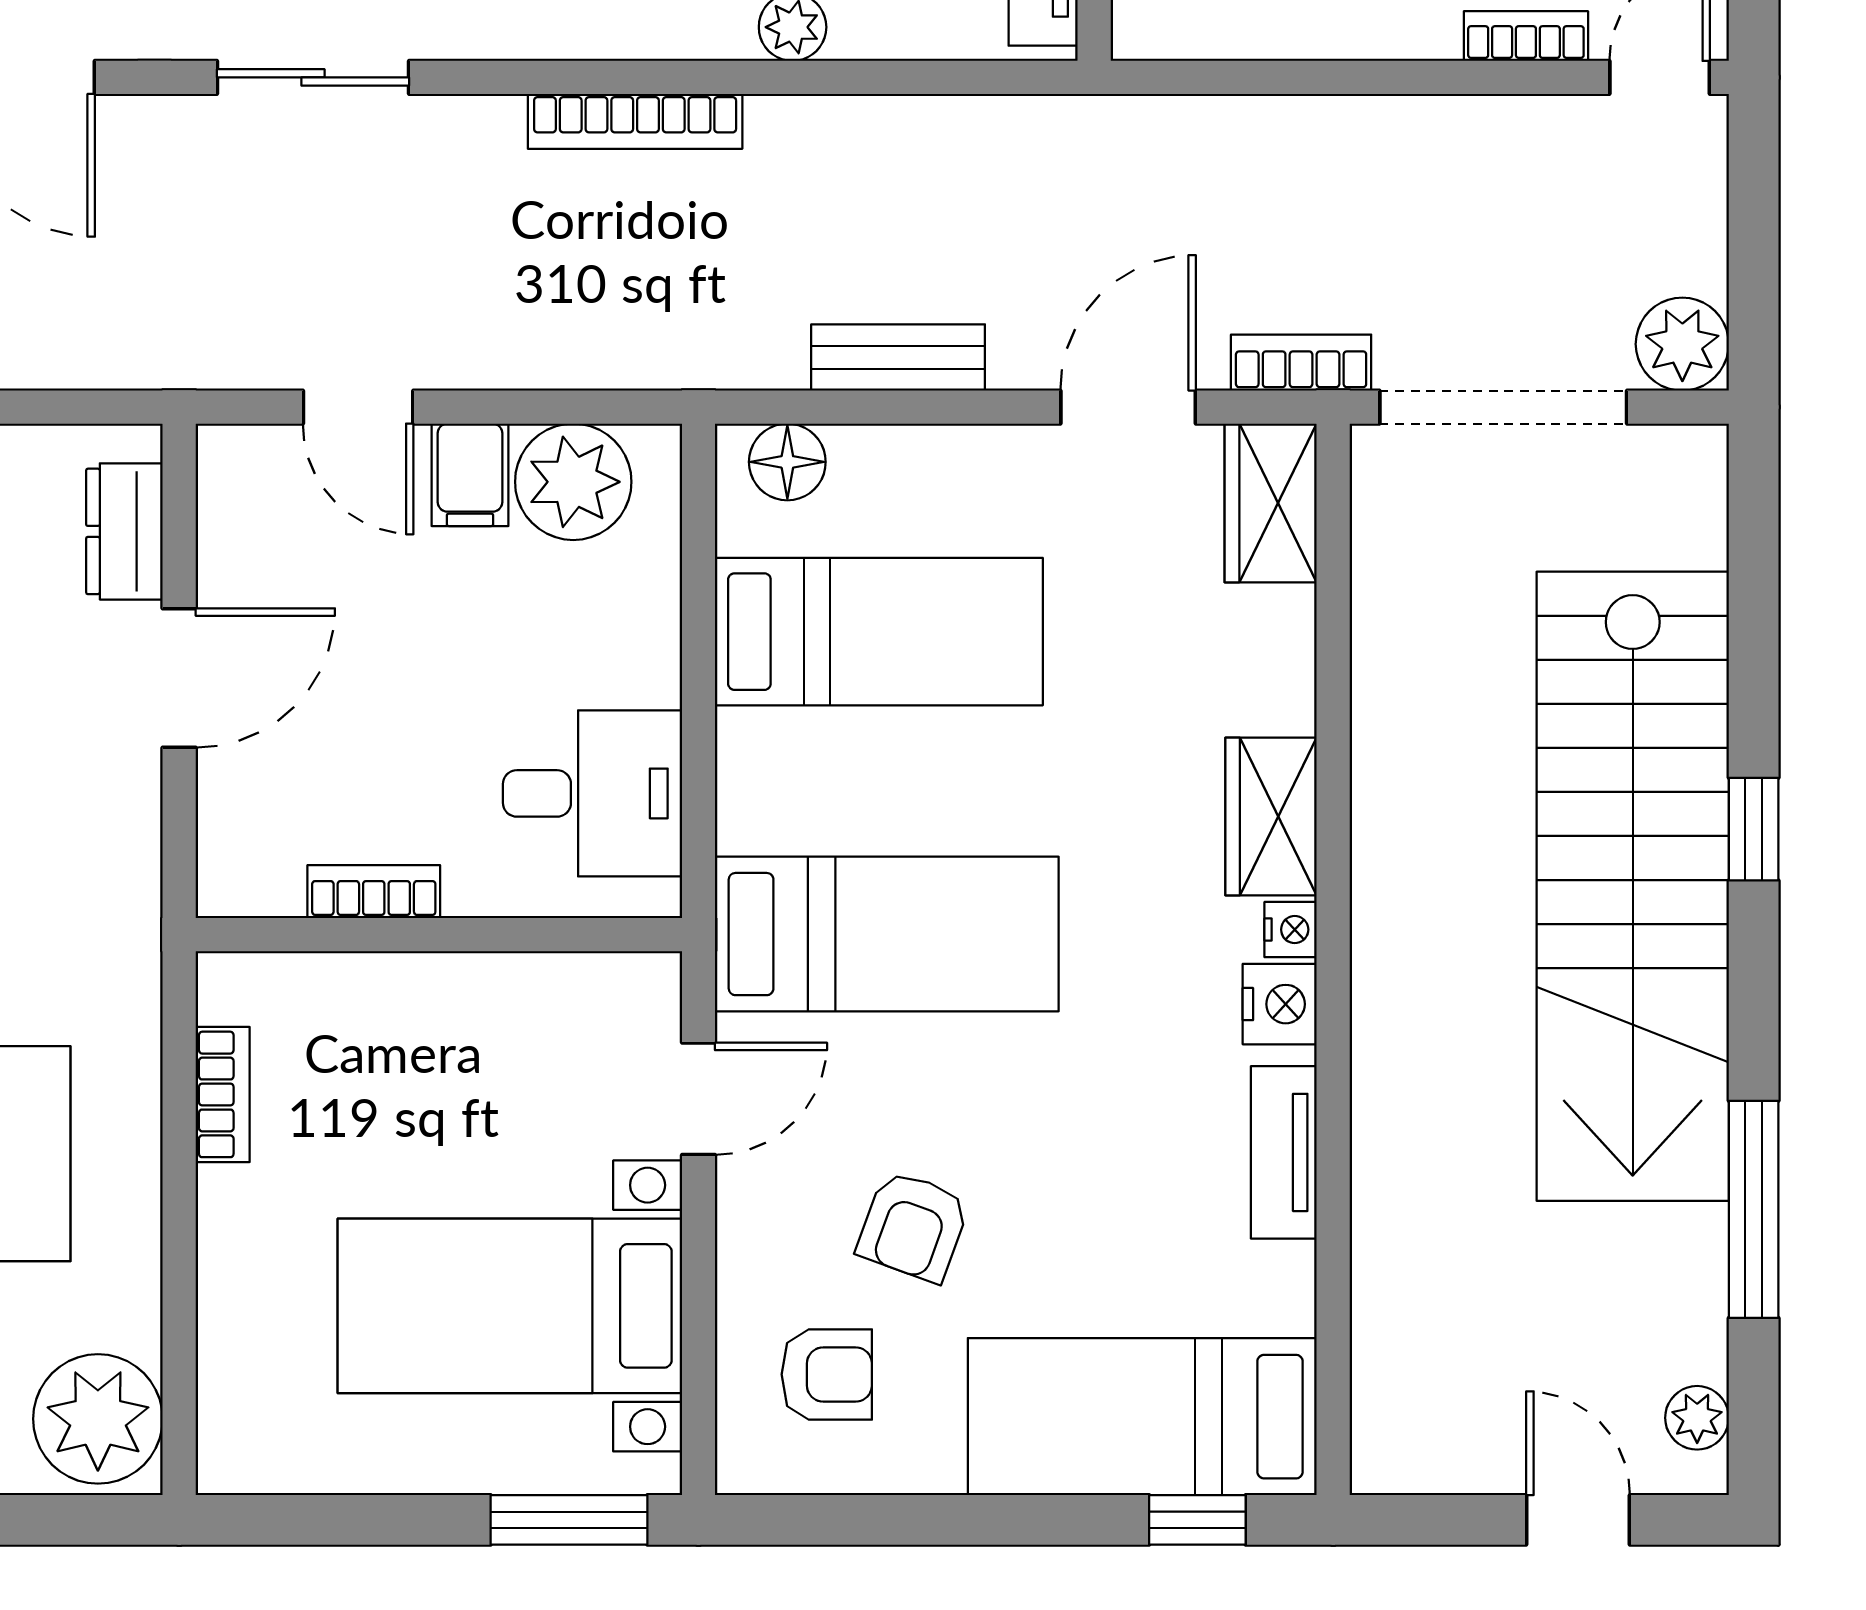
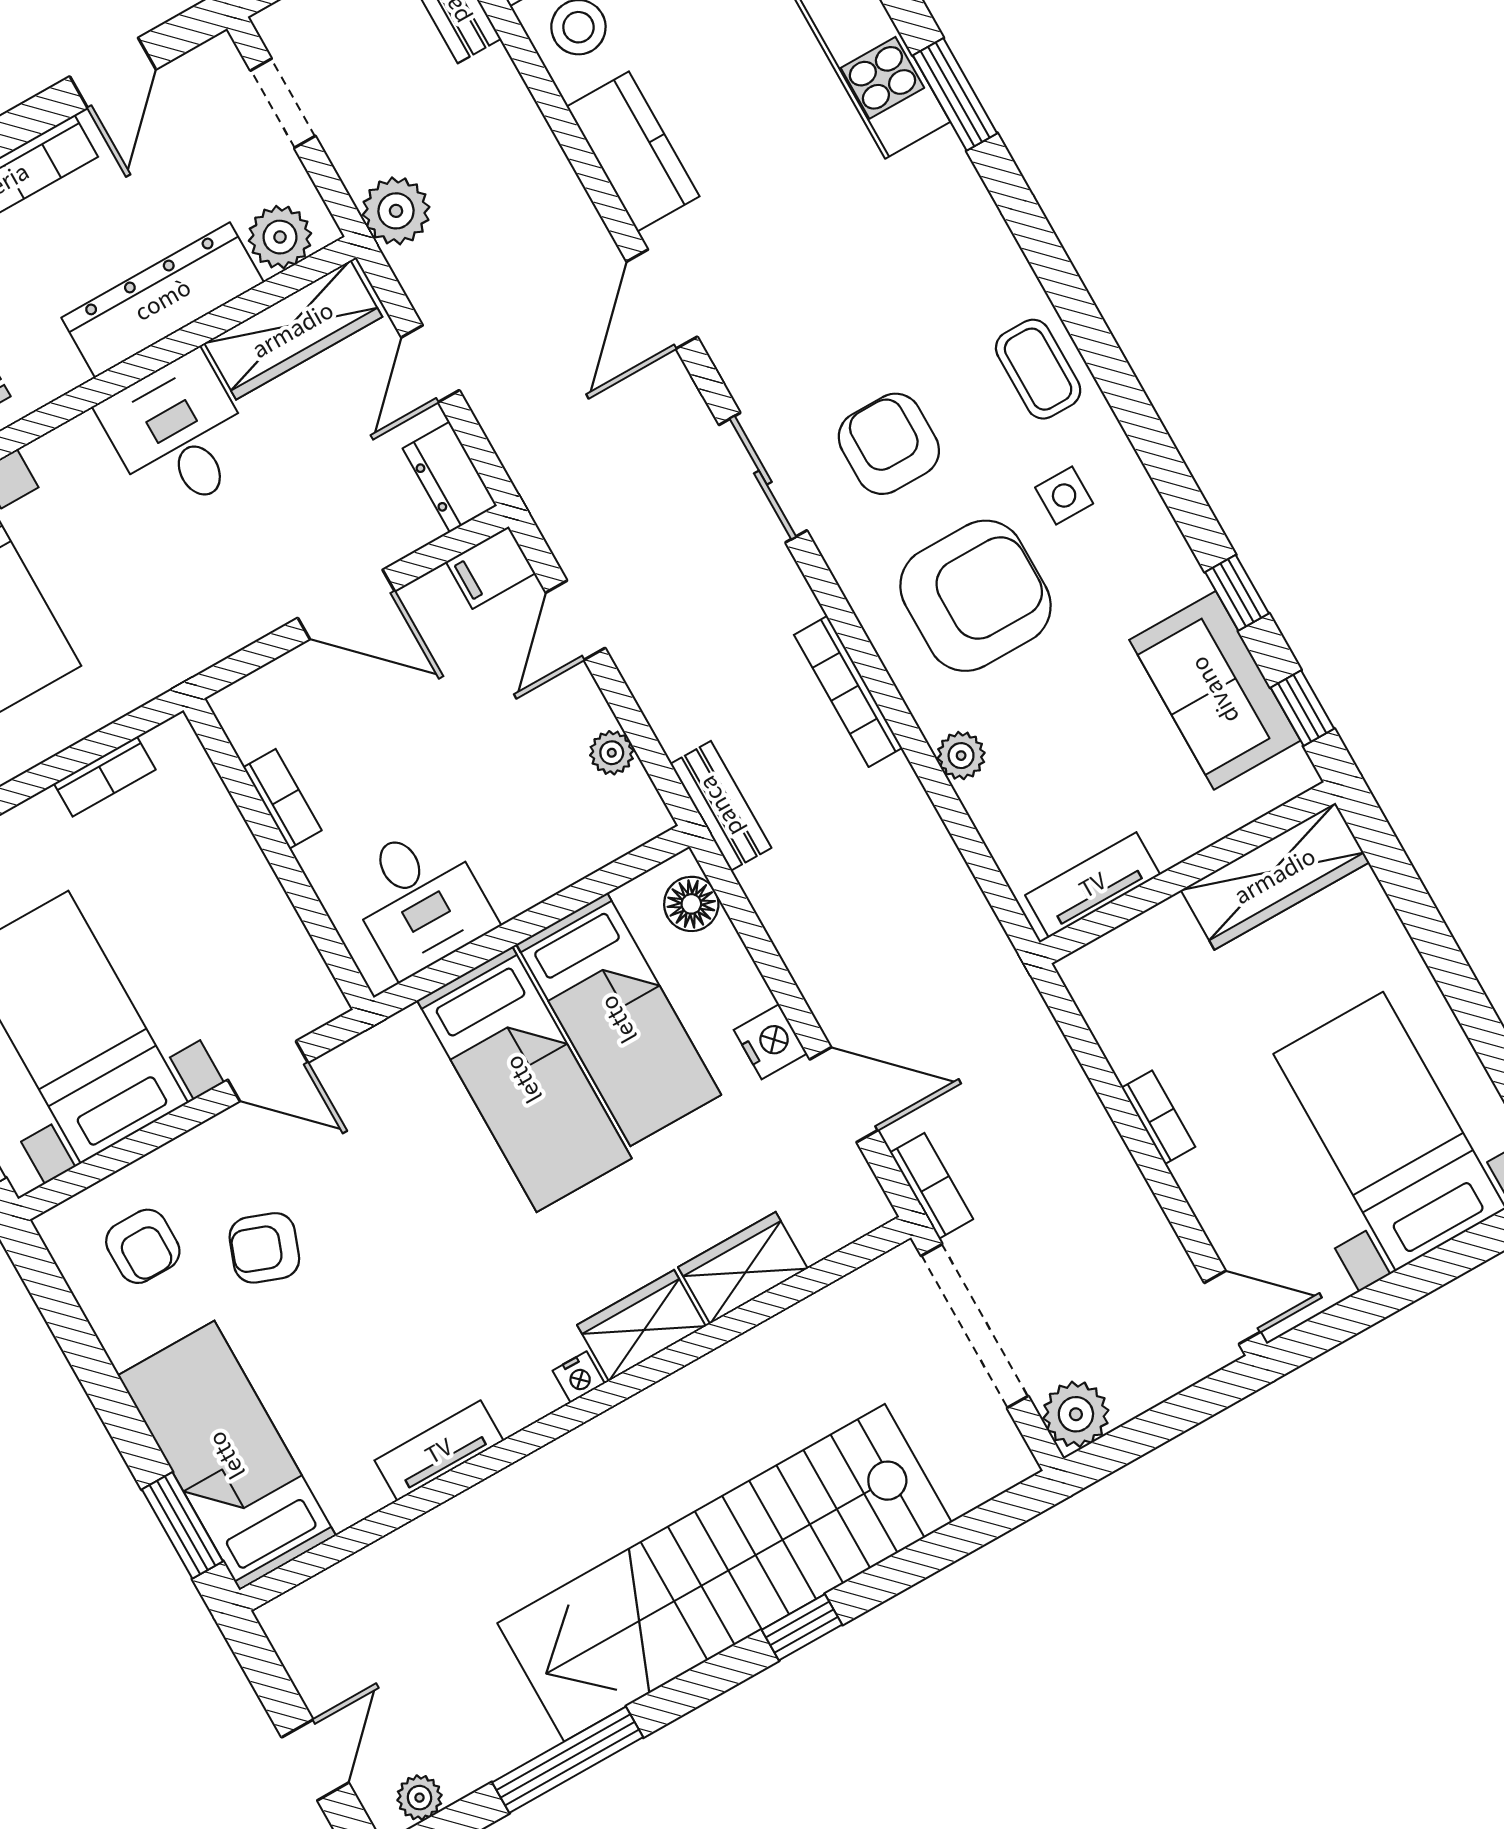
bookcase: (1526, 36) -> (1158, 1117), moved
bench: (898, 357) -> (721, 806), moved
filing cabinet: (470, 475) -> (491, 568), moved
plant: (573, 482) -> (612, 753), width x0.53, depth x0.53
wardrobe: (1271, 503) -> (743, 1268), moved
dresser: (124, 531) -> (450, 477), moved, turned -90
bed: (887, 934) -> (524, 1079), moved
nightstand: (1280, 1004) -> (770, 1042), moved, turned -90
window: (1197, 1520) -> (182, 1525), width x1.50

